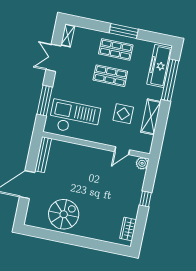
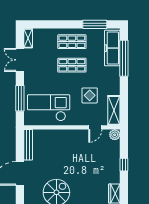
window: (124, 31) -> (95, 24), moved
shelving: (151, 117) -> (114, 110), moved

